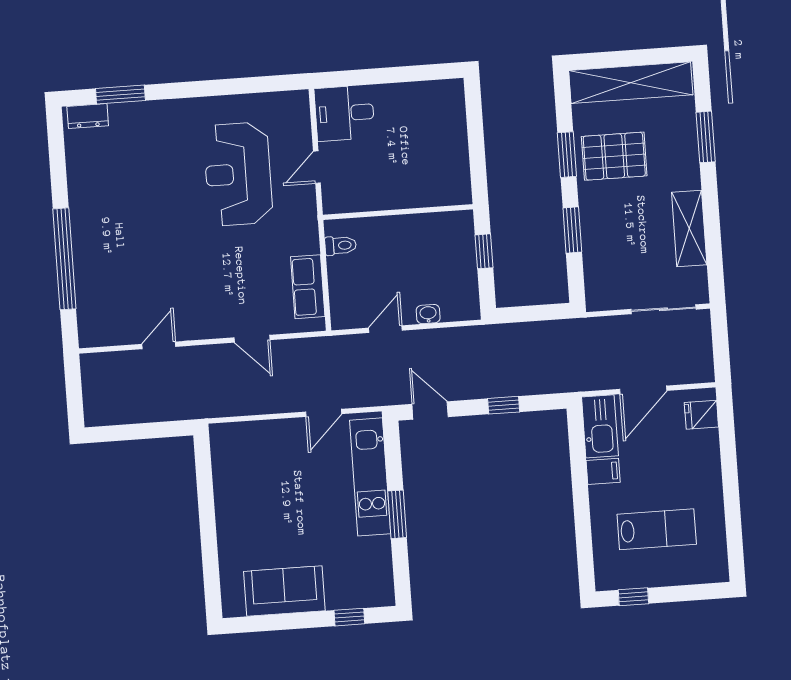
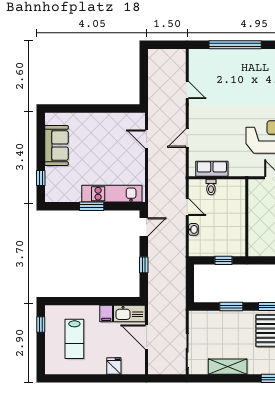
toilet: (340, 245) -> (211, 187), moved
door: (324, 413) -> (146, 139), moved
fridge: (701, 415) -> (114, 366), moved

